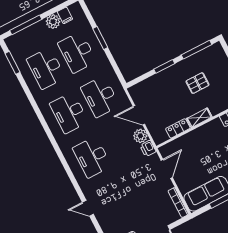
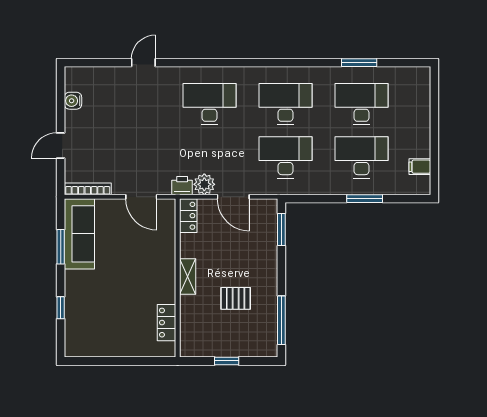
plant: (53, 22) -> (420, 146), removed
window: (26, 25) -> (434, 107), removed
window: (12, 63) -> (359, 63), moved
window: (164, 66) -> (281, 230), moved
pallet: (197, 83) -> (236, 298), turned 90
door: (139, 115) -> (233, 197), swing flipped
locker: (178, 128) -> (188, 216), moved

